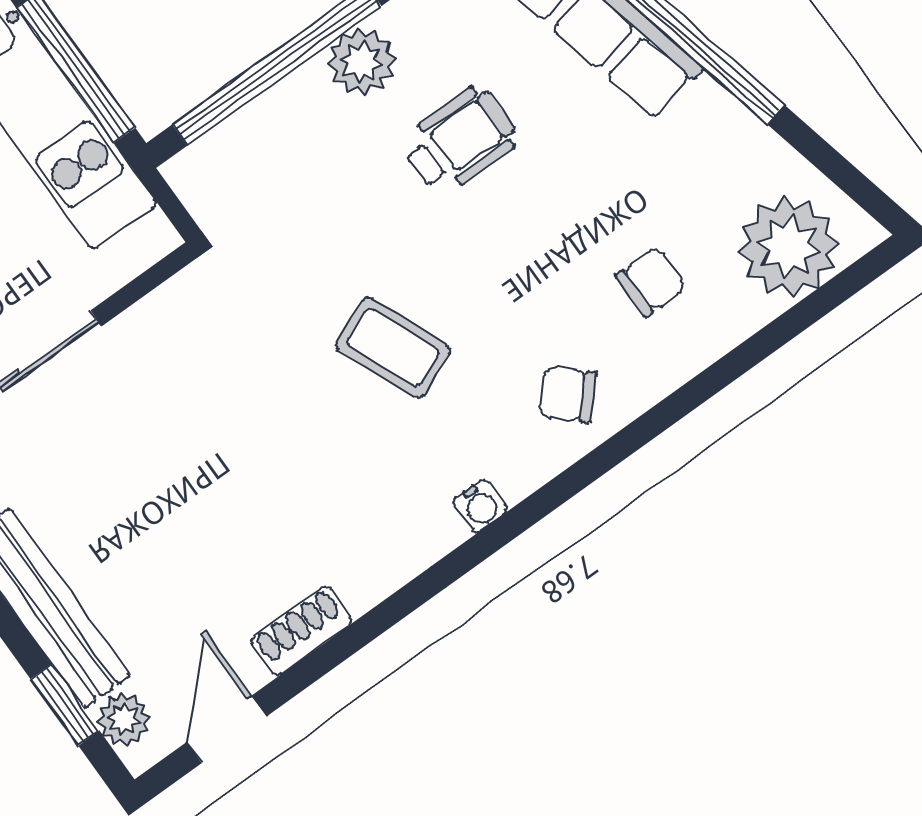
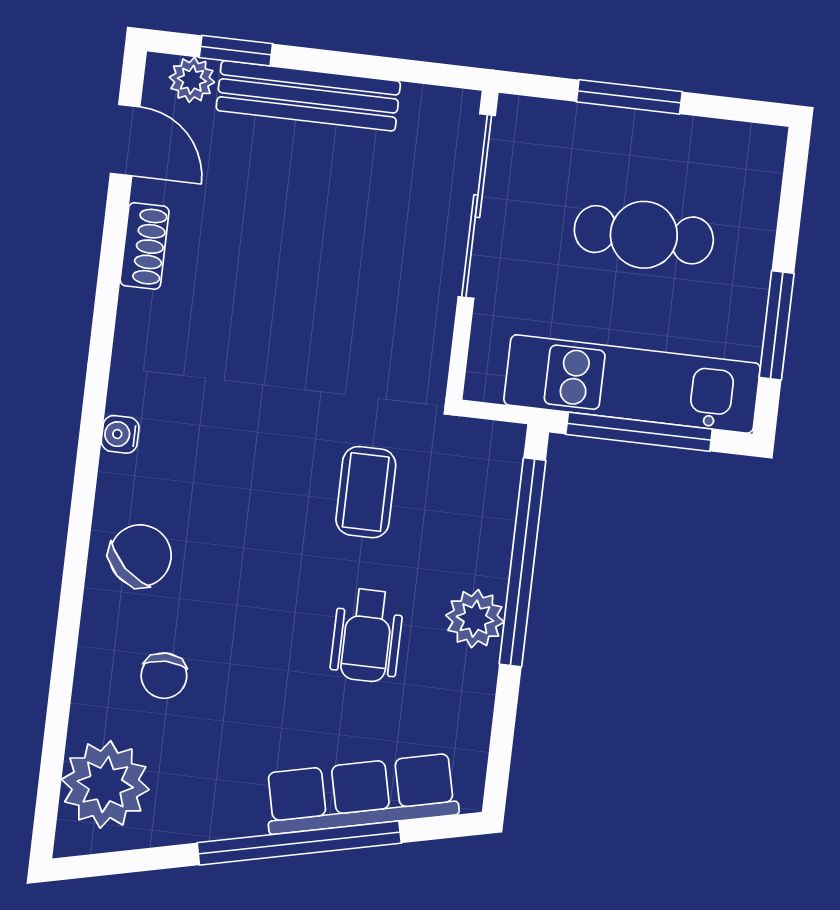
coffee table: (393, 348) -> (366, 492), moved, turned -67
chair: (568, 395) -> (140, 556), width x1.37, depth x1.37

